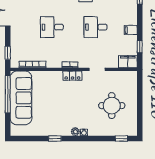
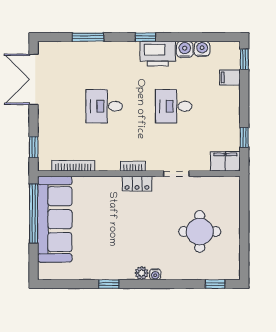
filing cabinet: (131, 30) -> (230, 78), moved

